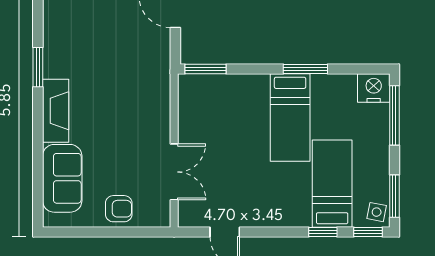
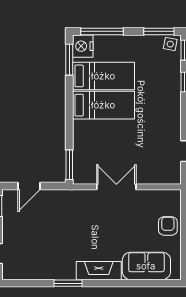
window: (305, 69) -> (69, 60), moved
double door: (174, 172) -> (116, 187), moved
bed: (332, 184) -> (103, 76), moved, turned 180

